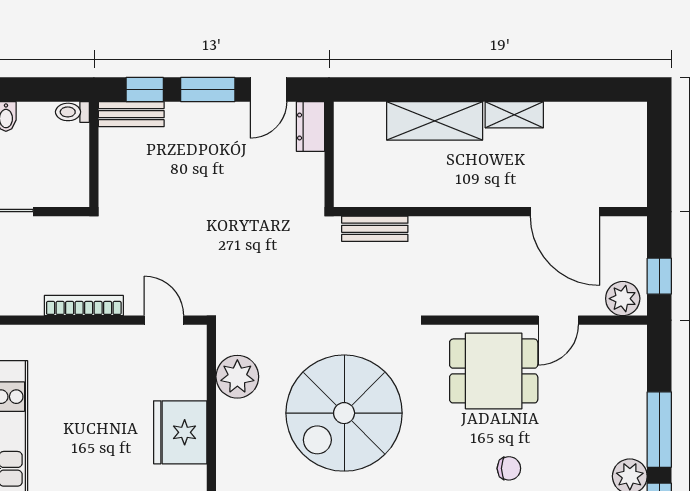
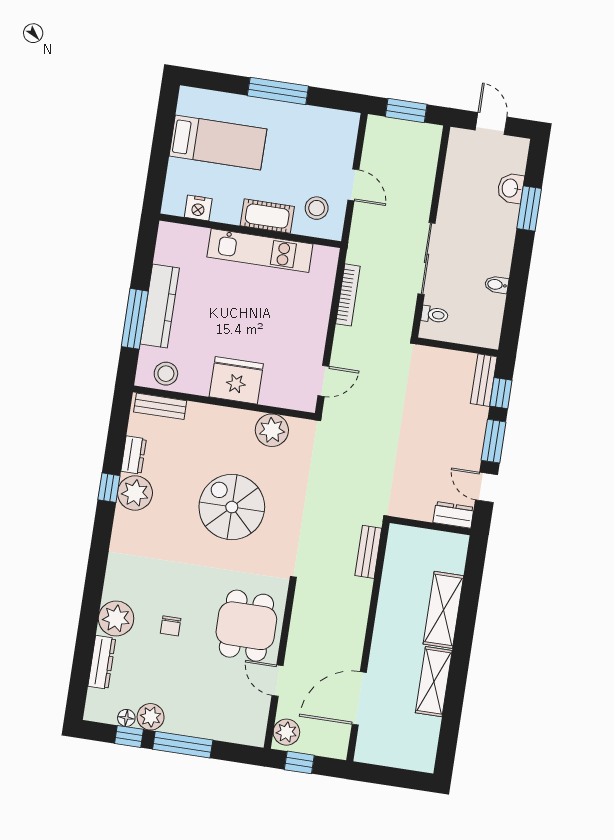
toilet: (72, 112) -> (435, 315), moved, turned 90
shelving: (514, 115) -> (434, 682), width x1.50, depth x1.33
bookcase: (84, 306) -> (348, 295), moved
spiral stairs: (344, 413) -> (232, 507), width x0.73, depth x0.73

